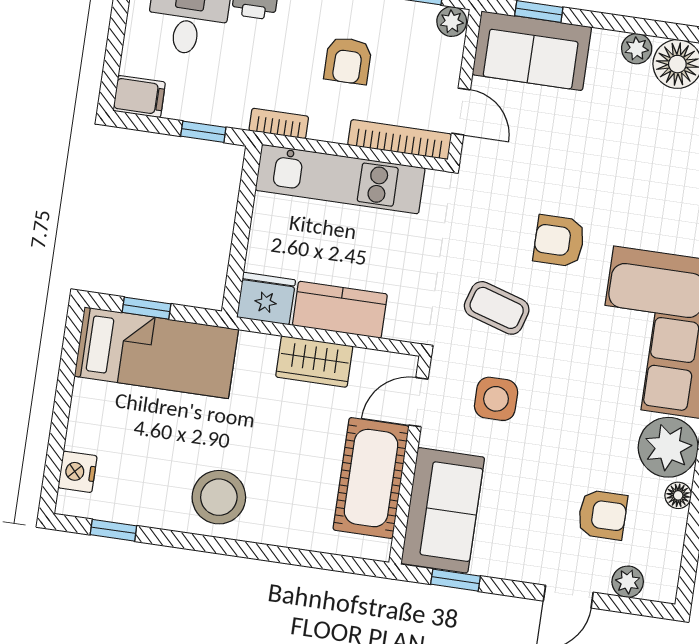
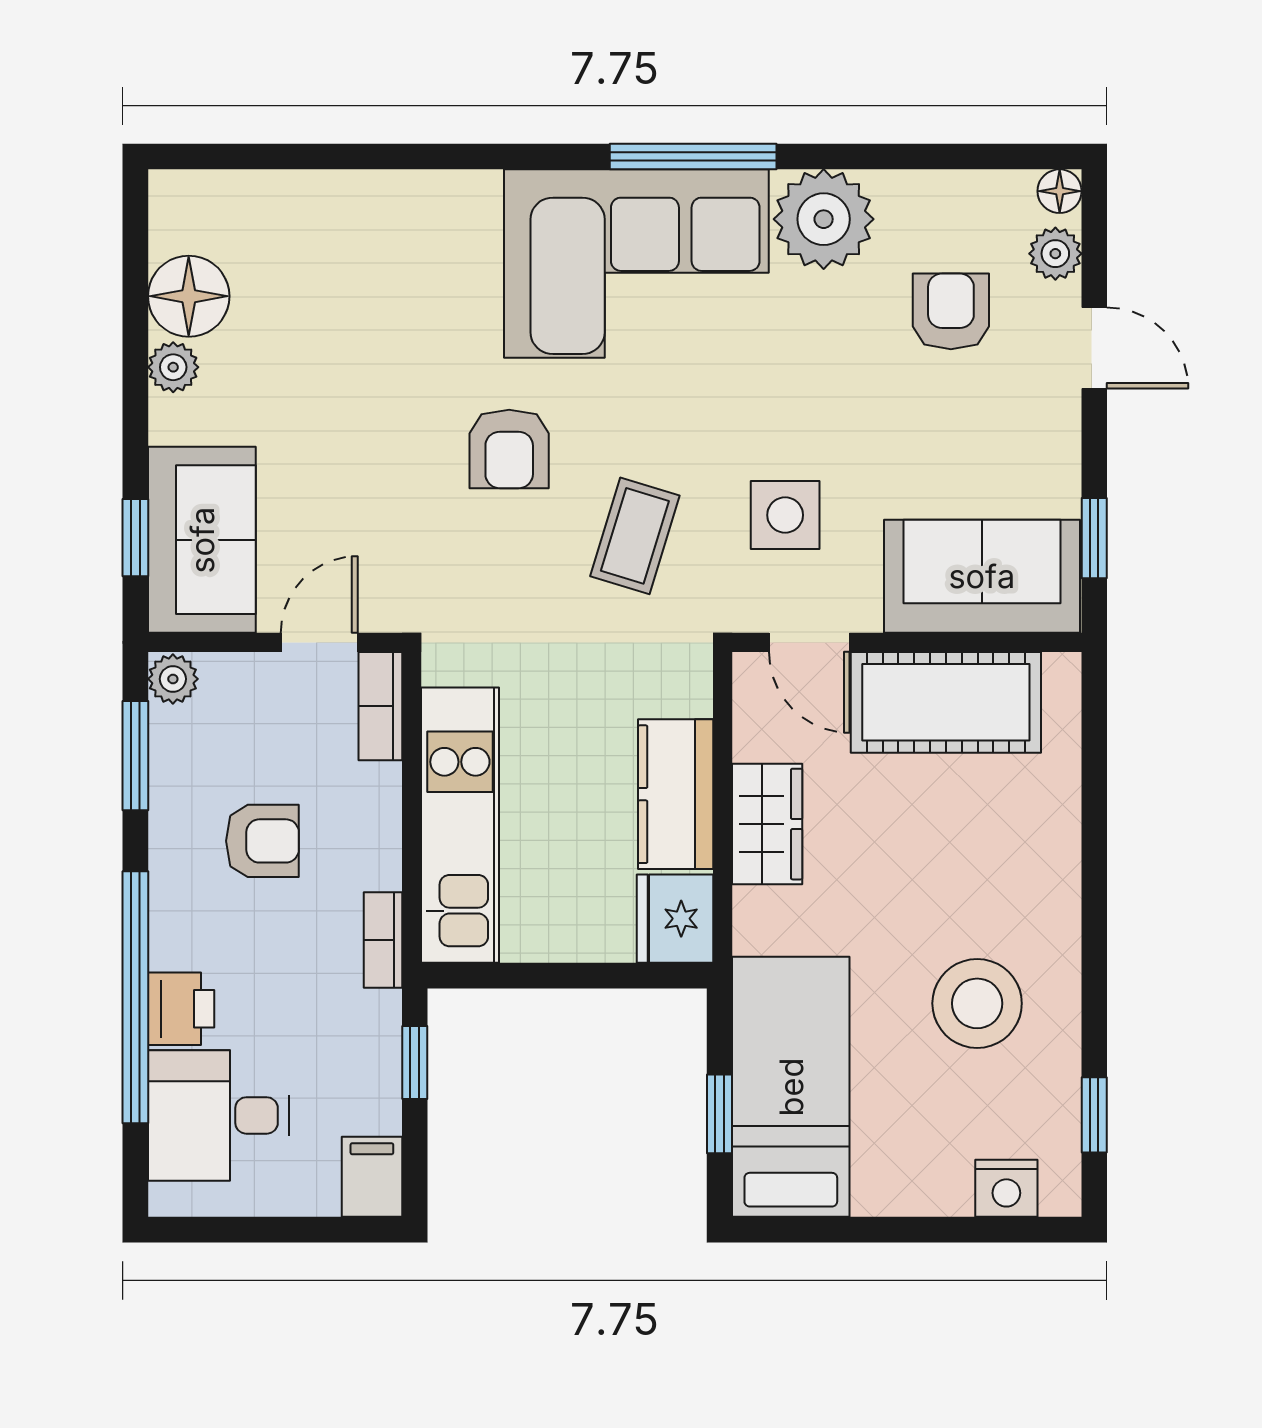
bookcase: (400, 140) -> (380, 706), width x0.64
floor lamp: (678, 495) -> (1060, 191), moved
stool: (219, 497) -> (977, 1003), moved

